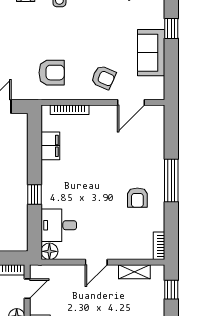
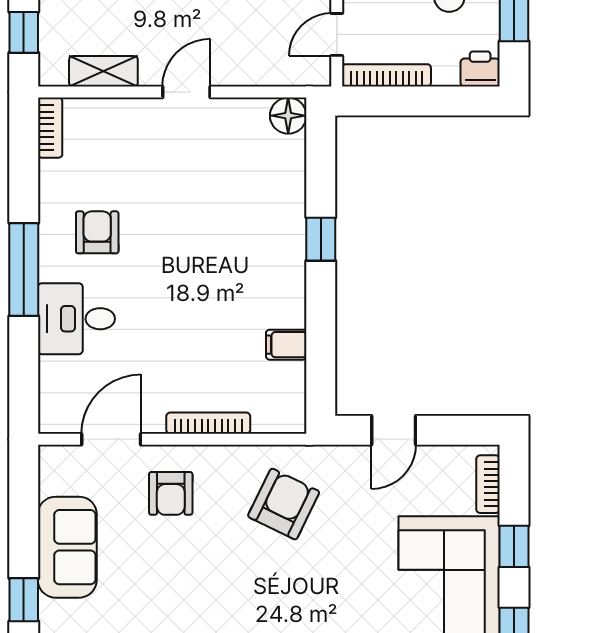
armchair: (52, 73) -> (284, 504), turned 116
armchair: (104, 77) -> (171, 493), turned -114
bookcase: (70, 110) -> (208, 423), moved
filing cabinet: (50, 146) -> (286, 345), width x0.50
desk: (59, 225) -> (76, 319), moved, turned 180

